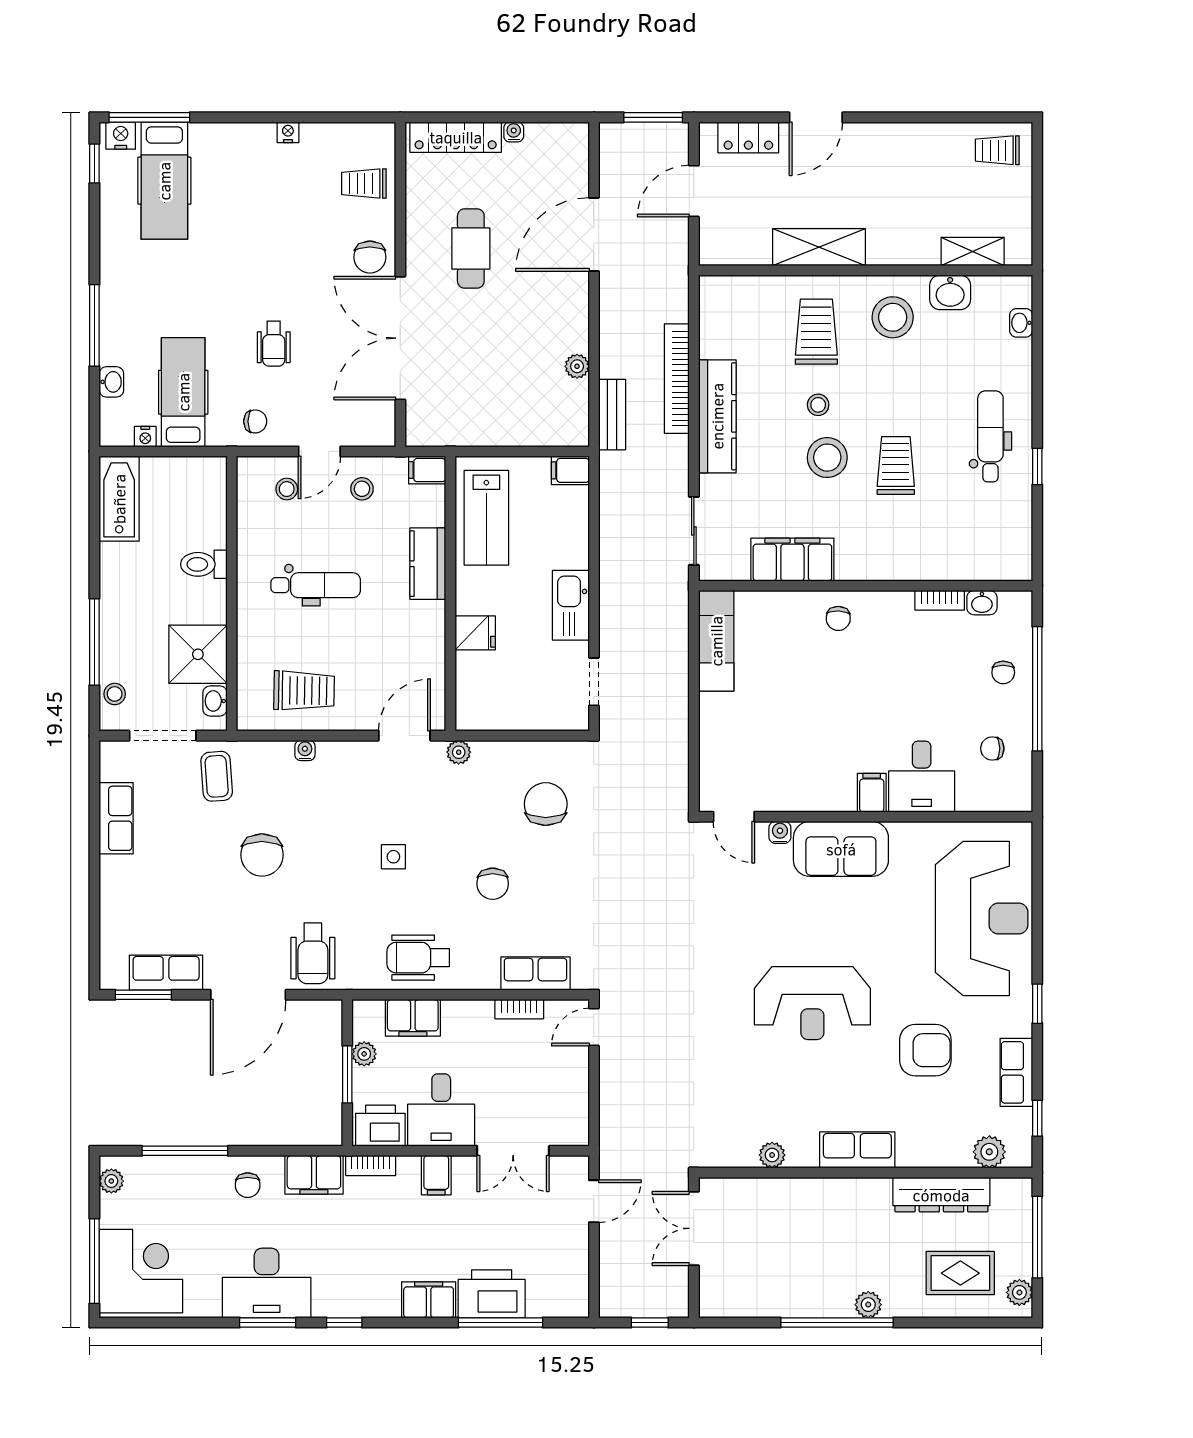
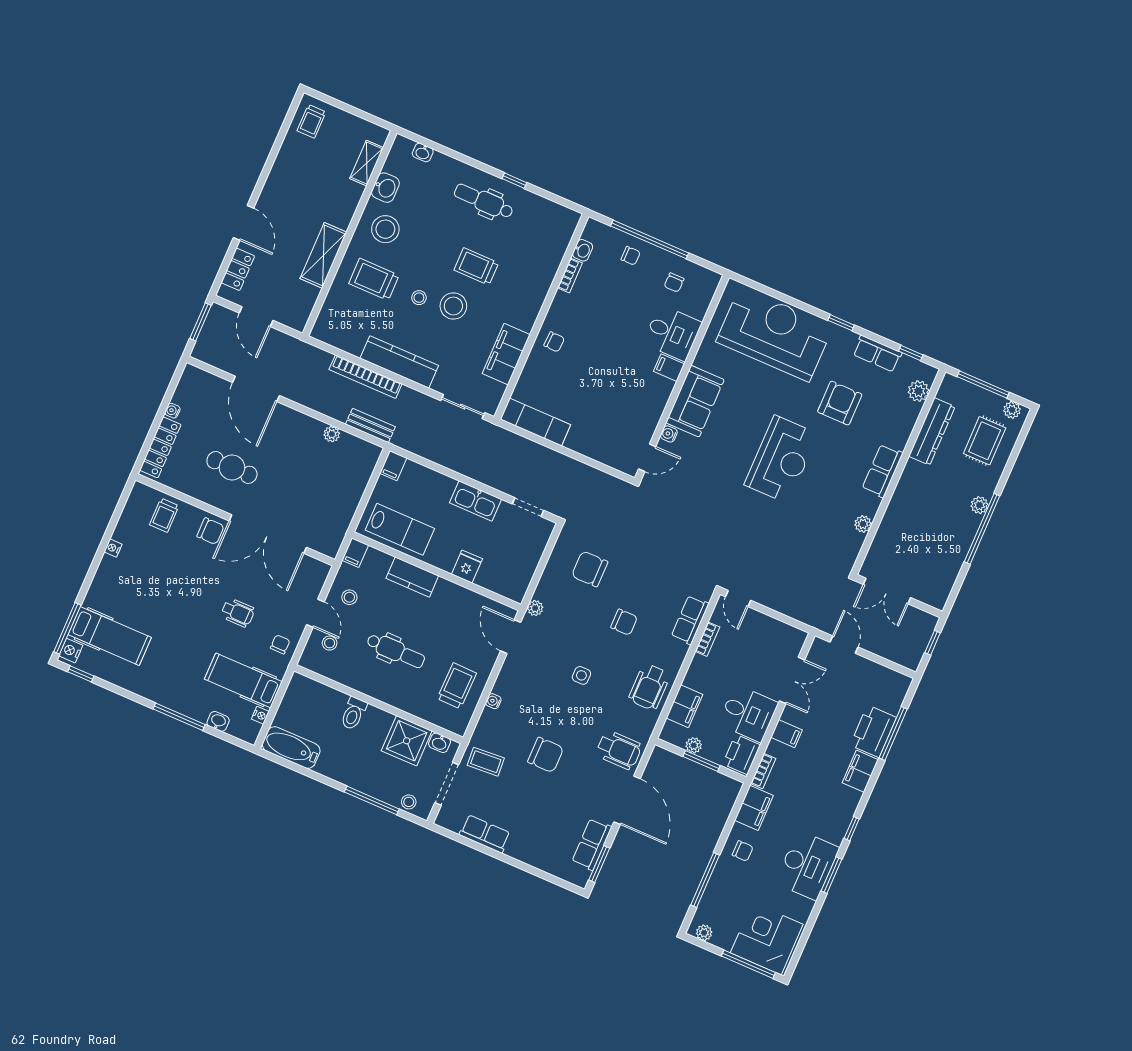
dental chair: (316, 585) -> (396, 651), turned 90

